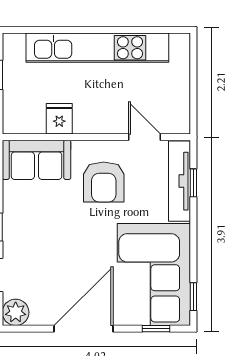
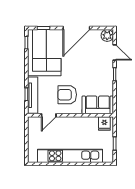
fridge: (59, 119) -> (104, 124), moved
door: (144, 137) -> (49, 115), hinge flipped
armchair: (104, 182) -> (67, 95), turned -90

